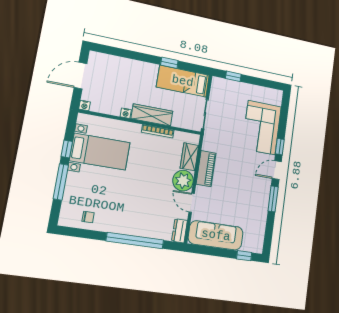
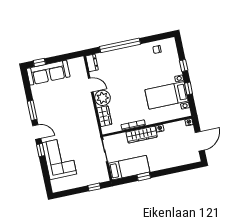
piano: (206, 169) -> (89, 113), removed
door: (277, 170) -> (37, 132), hinge flipped
window: (61, 182) -> (184, 65), width x0.46
sofa: (216, 235) -> (48, 73), moved

